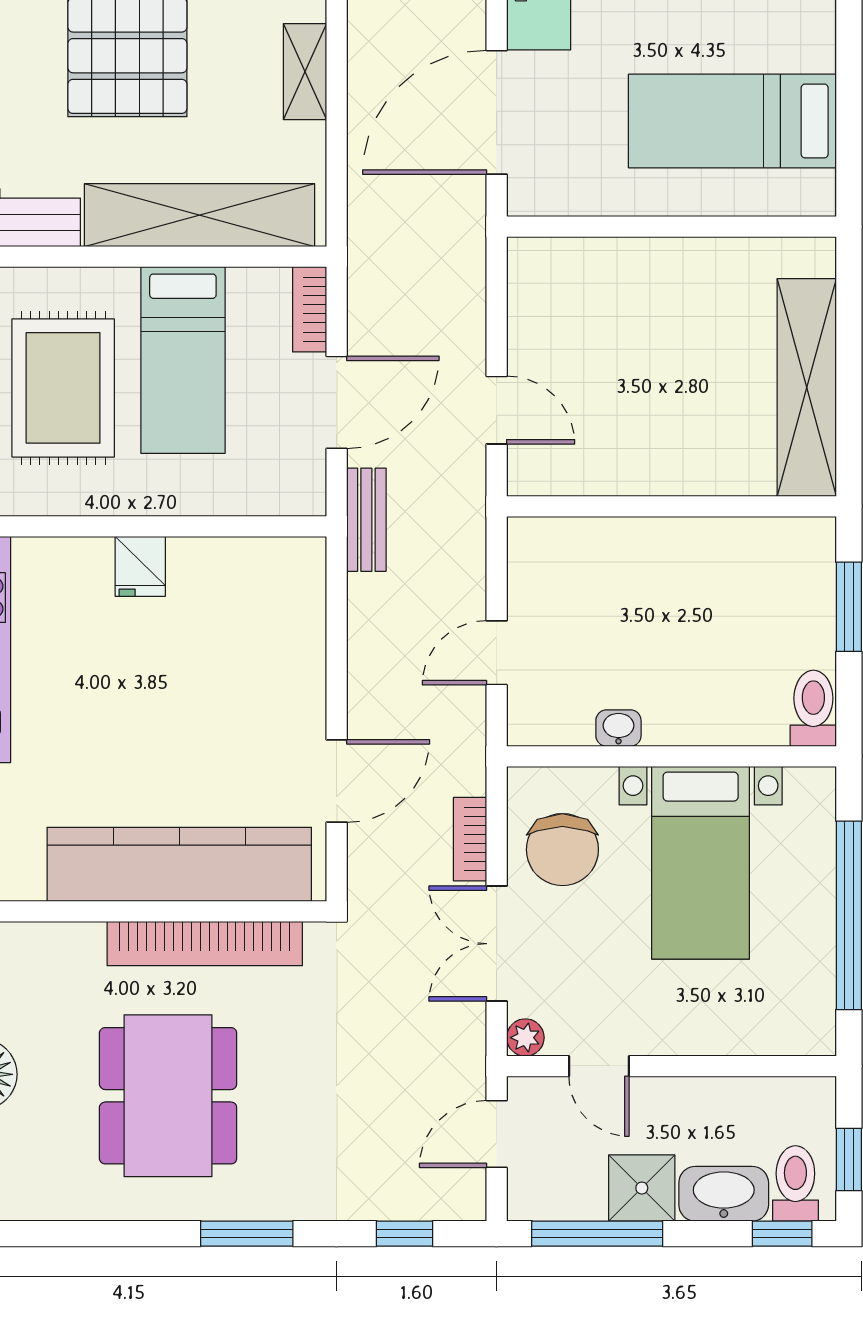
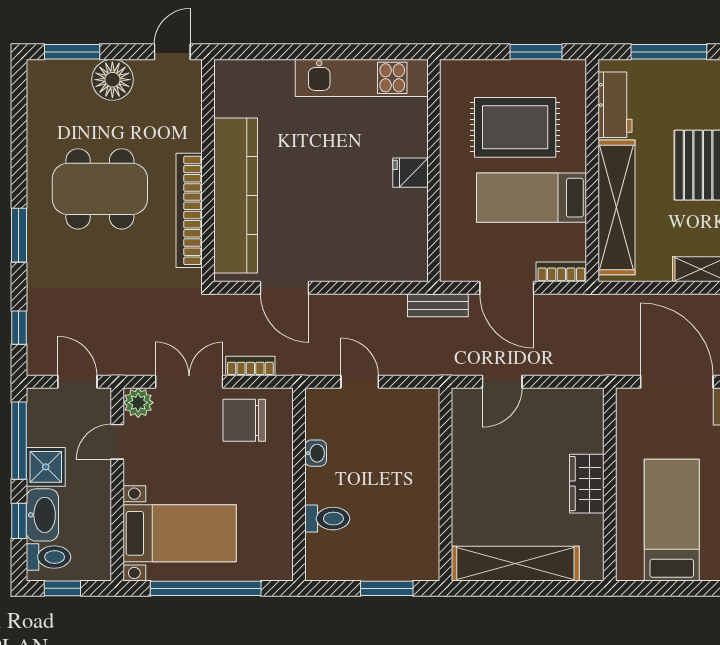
wardrobe: (670, 266) -> (587, 484), added
toilet: (813, 708) -> (327, 519), moved
bed with nightstands: (701, 863) -> (180, 533), moved, turned 180
plant: (525, 1038) -> (138, 403), width x1.38, depth x1.38
window: (782, 1234) -> (19, 521), moved

